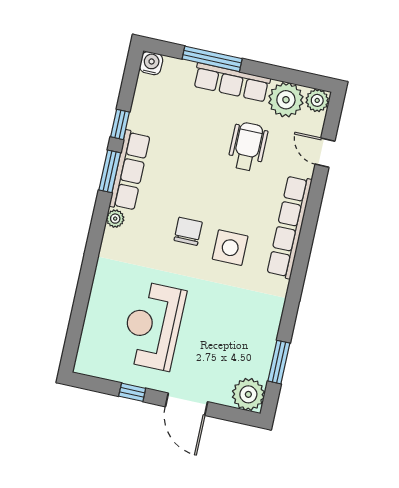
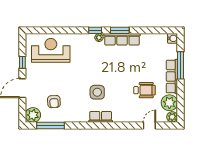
window: (120, 124) -> (95, 30), moved
row of seats: (289, 227) -> (101, 117), width x0.50
chair: (188, 231) -> (100, 72), removed
reception desk: (153, 326) -> (51, 50), moved
armchair: (230, 344) -> (54, 102), added
window: (279, 362) -> (51, 126), width x1.44

